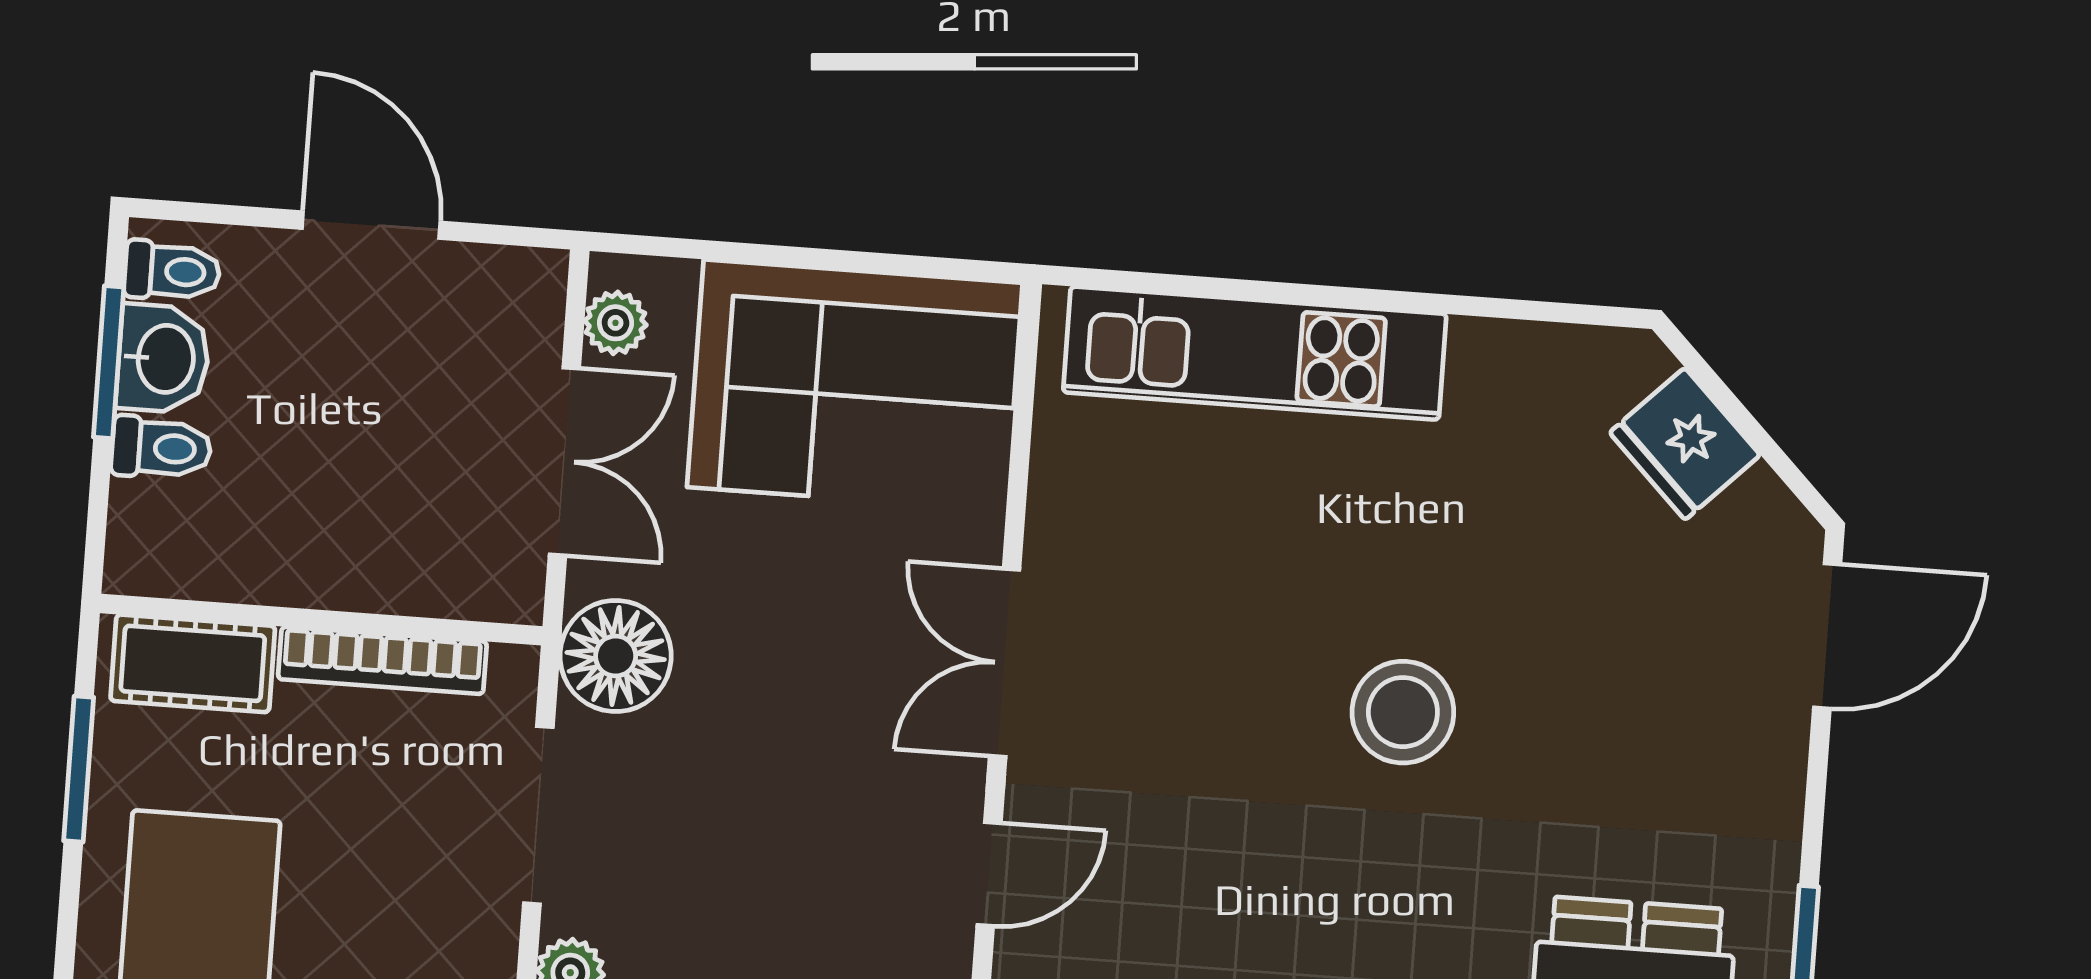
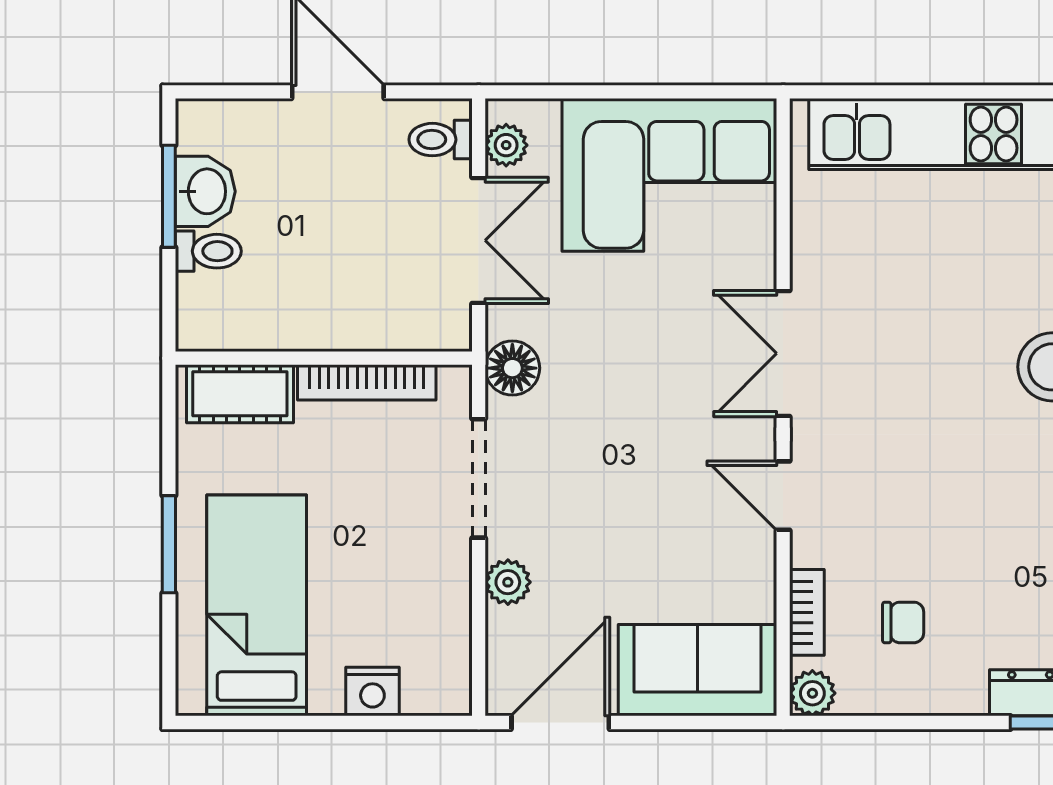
toilet: (172, 271) -> (441, 140), moved, turned 180
floor lamp: (616, 656) -> (512, 368), width x0.73, depth x0.73
window: (79, 769) -> (169, 544), moved
door: (989, 874) -> (783, 496), swing flipped

